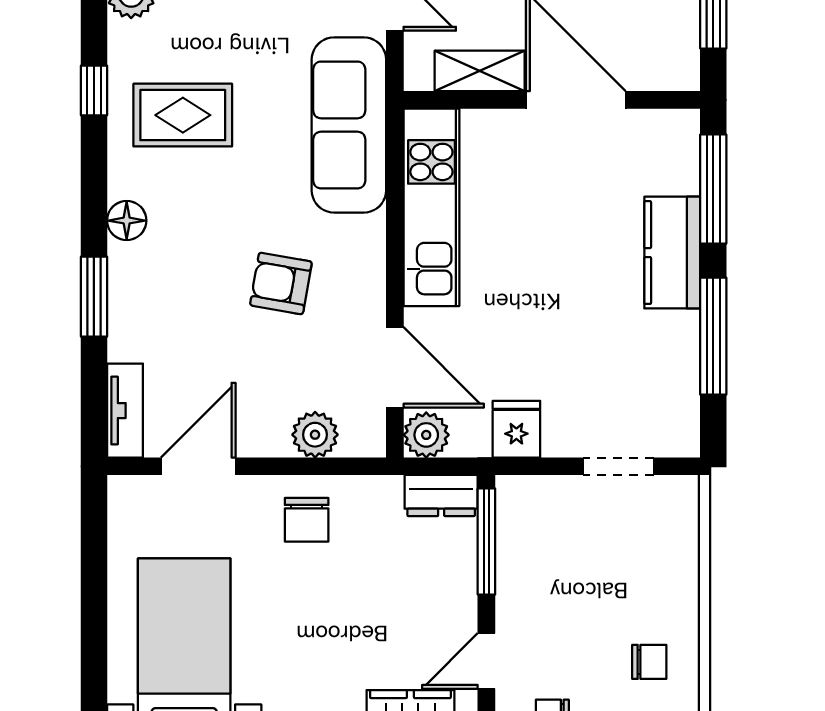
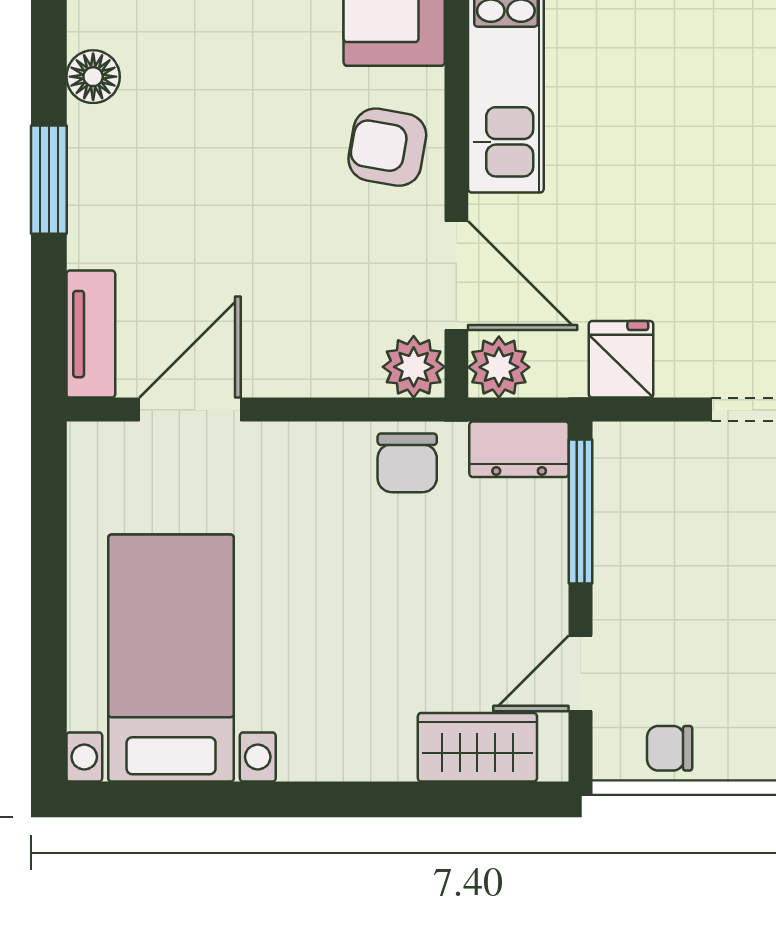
armchair: (281, 283) -> (387, 147), moved
plant: (315, 435) -> (414, 367), moved
chair: (307, 520) -> (407, 463), moved

